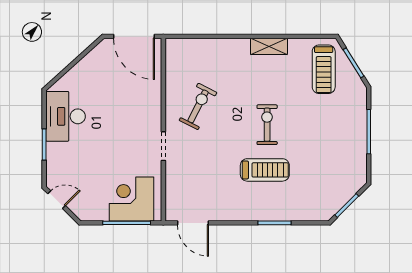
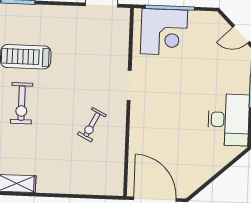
exercise bike: (198, 106) -> (92, 125), width x0.73, depth x0.72

